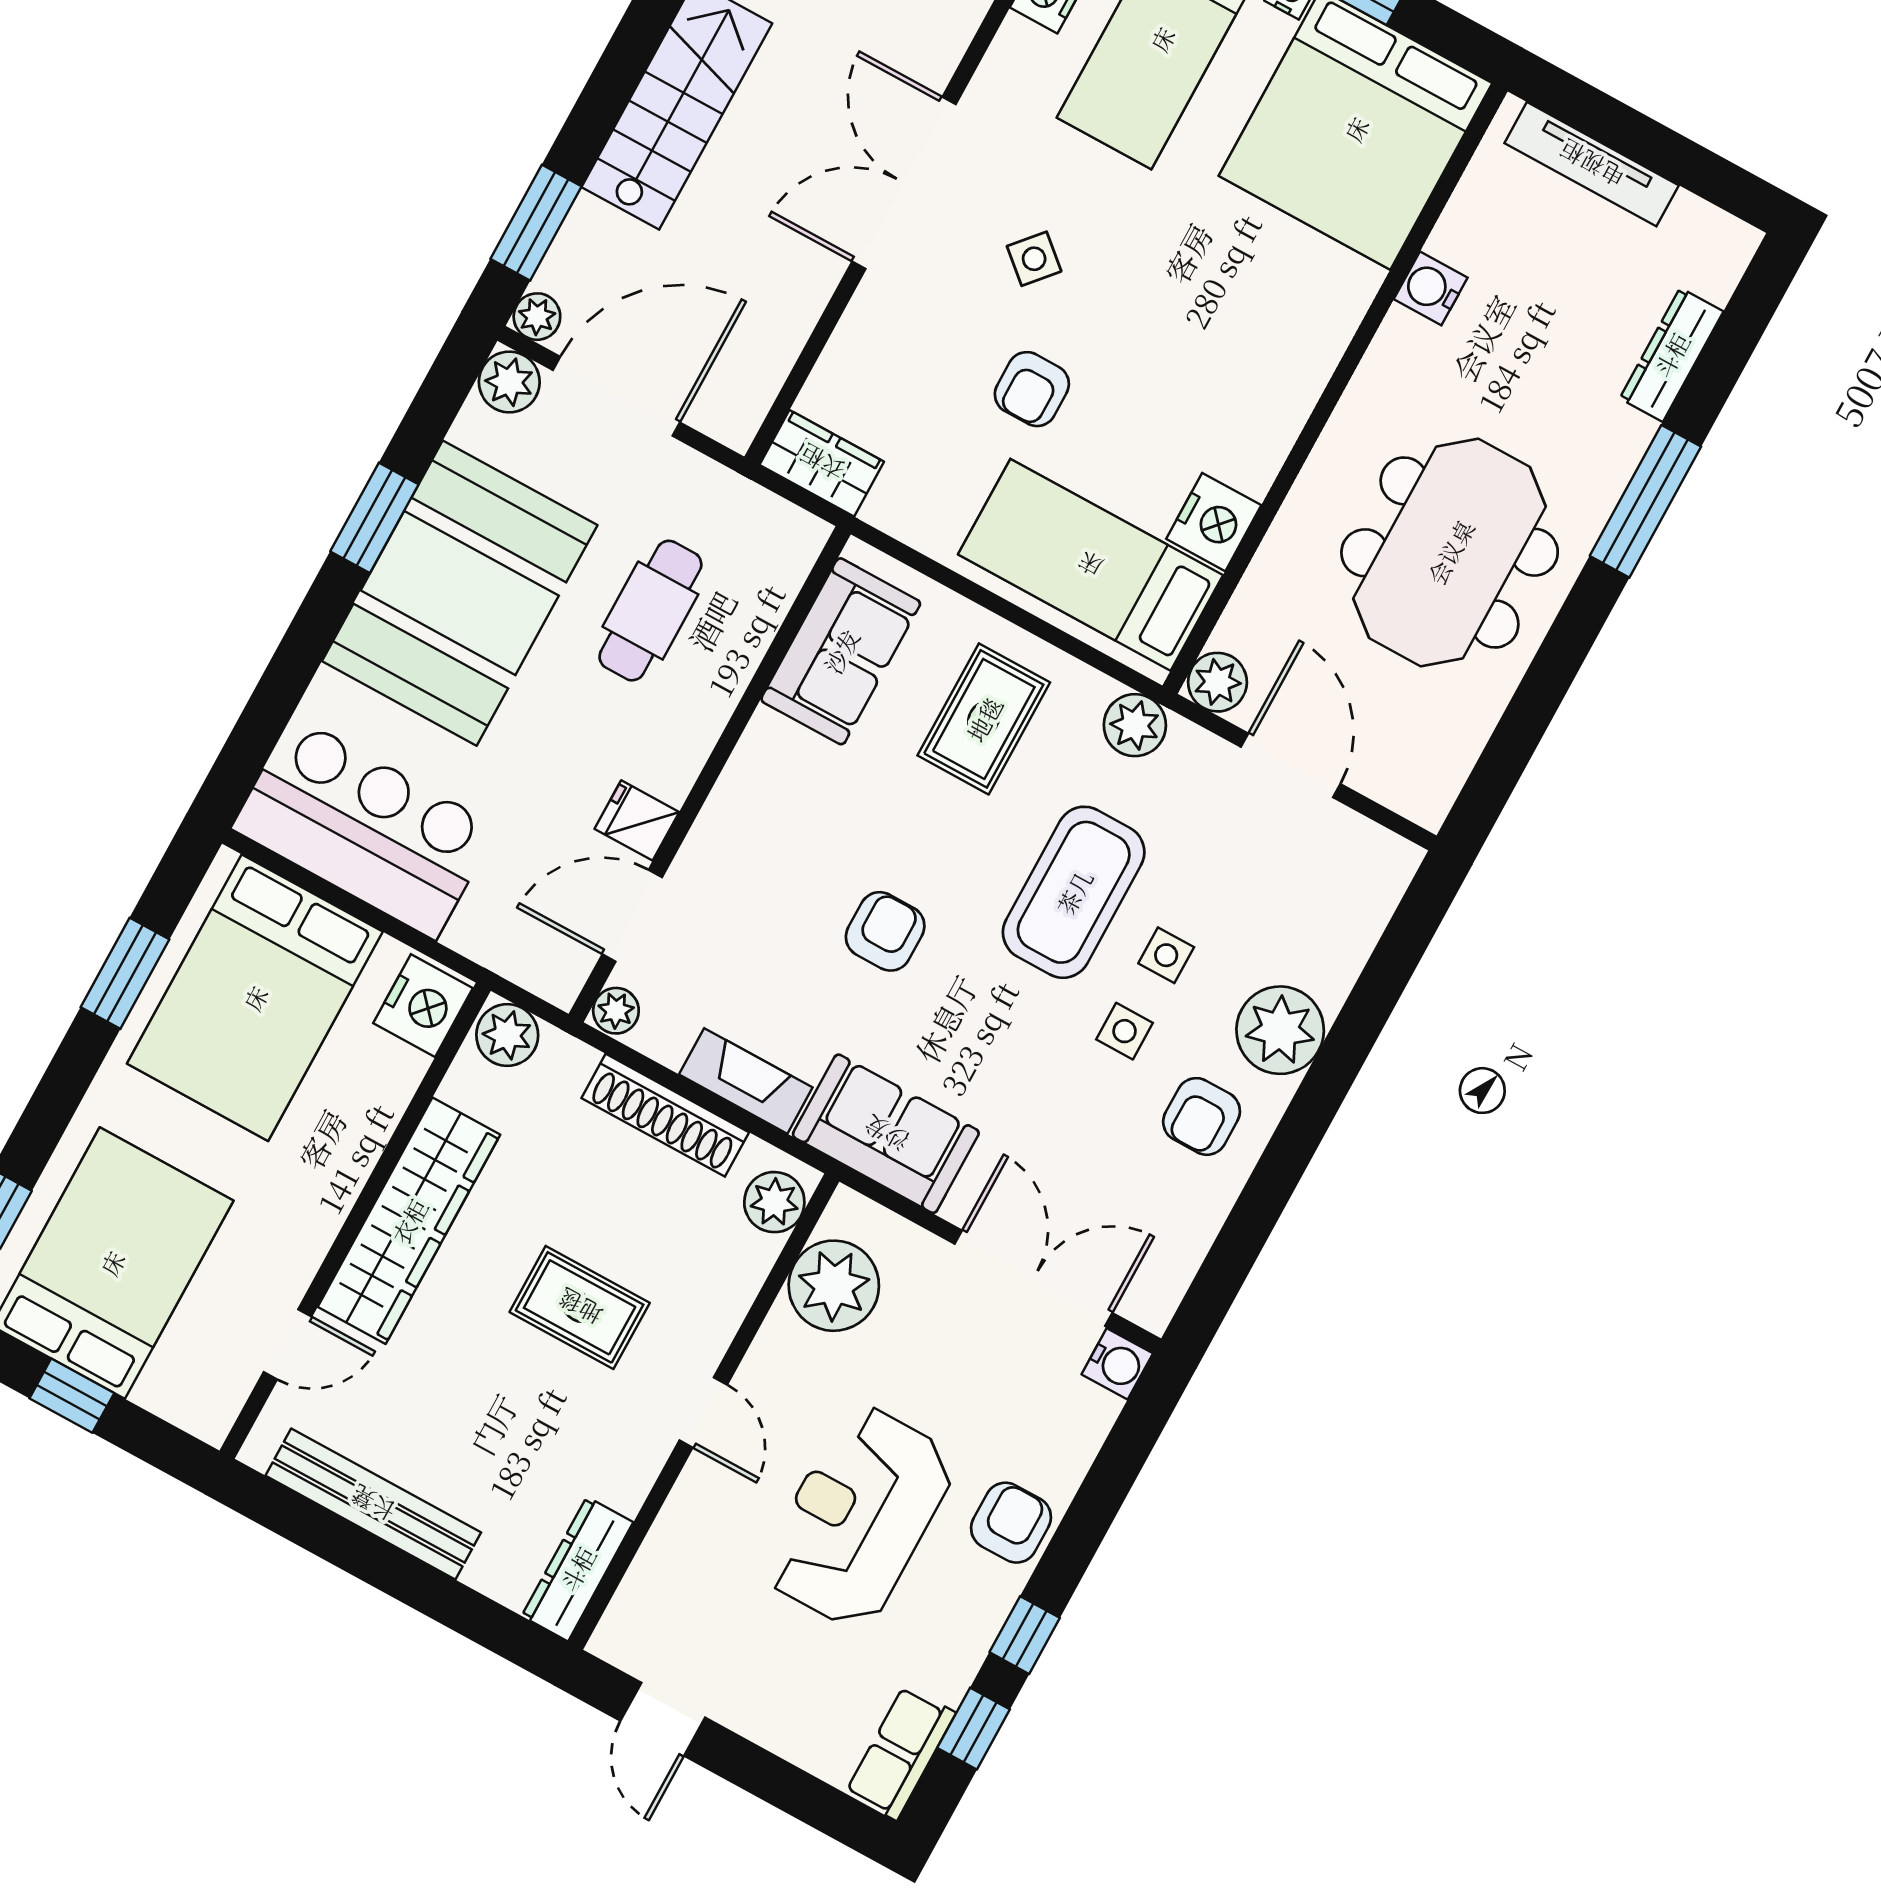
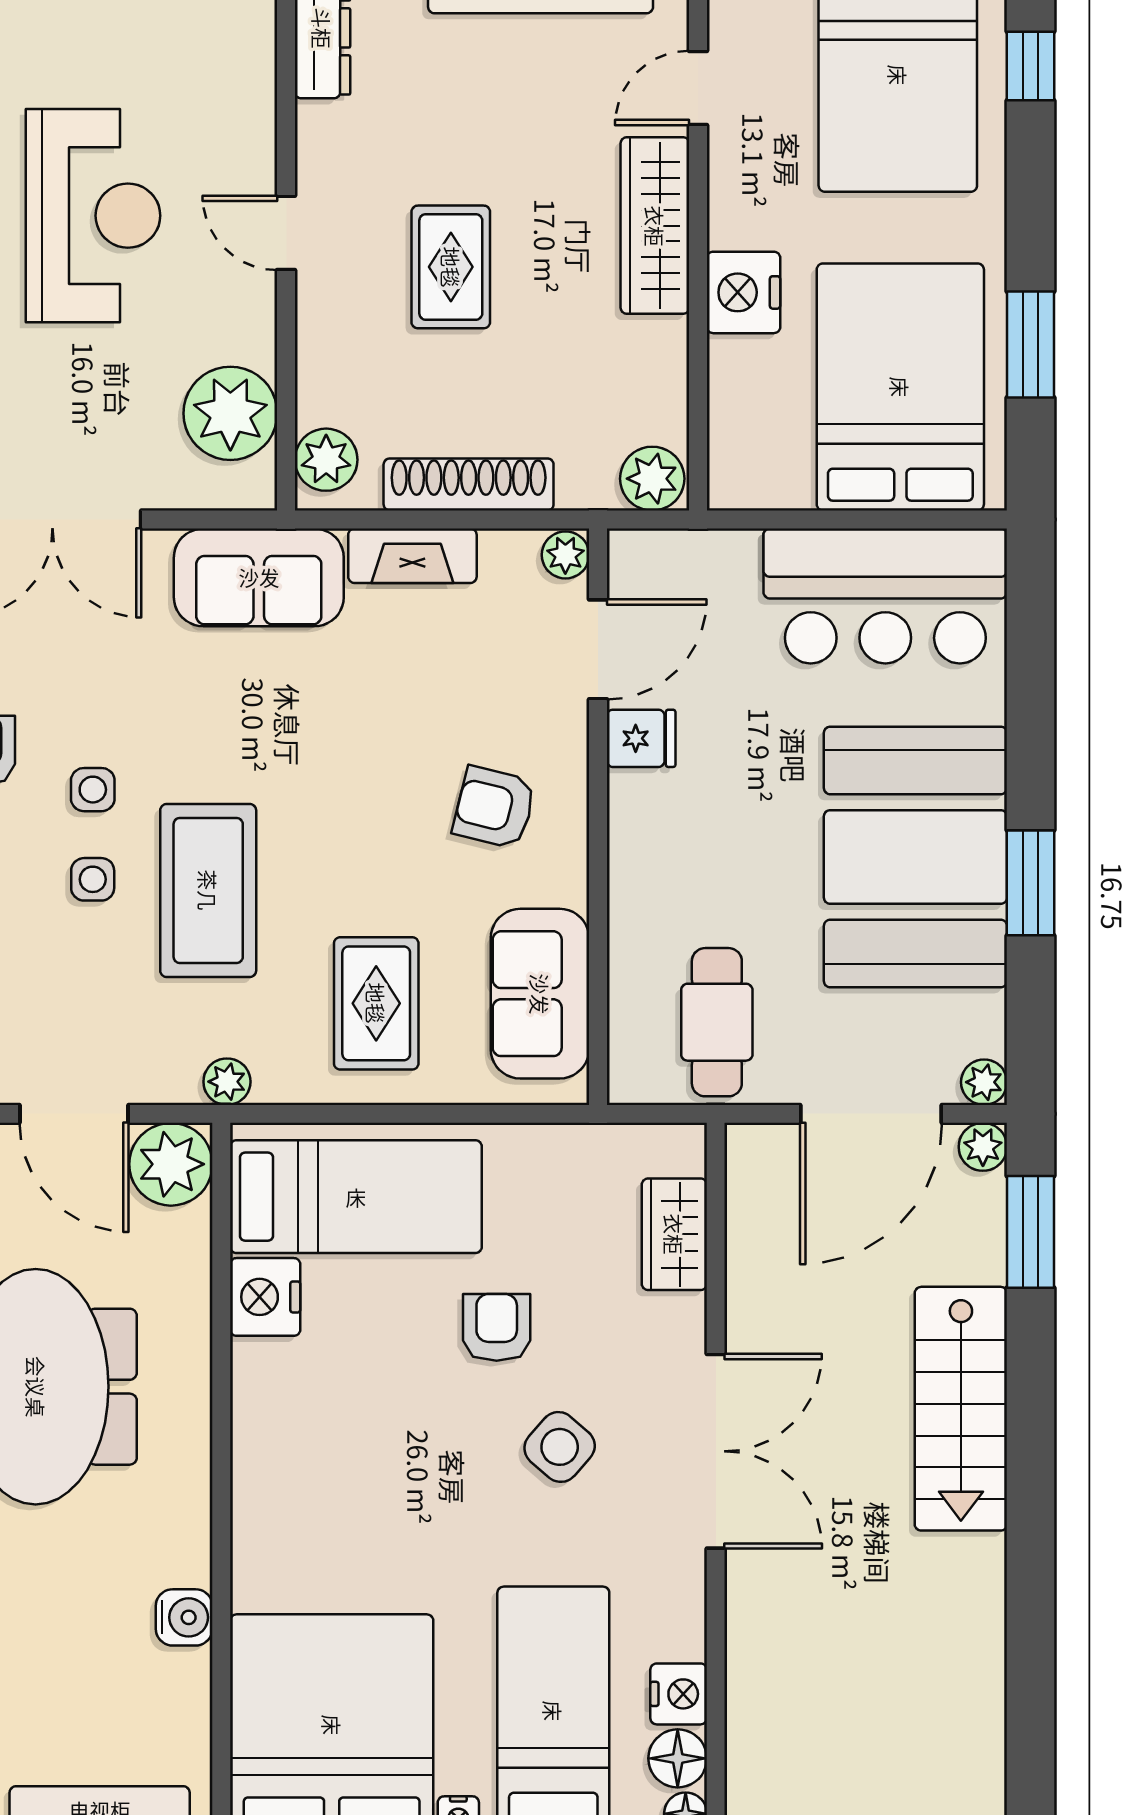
side table: (1034, 259) -> (560, 1447), width x1.37, depth x1.37
plant: (509, 382) -> (984, 1082), width x0.73, depth x0.73
wardrobe: (822, 463) -> (674, 1234), moved, turned 90
cafe table: (650, 611) -> (717, 1022), moved
plant: (1217, 682) -> (171, 1164), width x1.36, depth x1.36
plant: (1135, 725) -> (227, 1082), width x0.73, depth x0.73
armchair: (885, 931) -> (494, 808), moved, turned 104
nightstand: (423, 1006) -> (743, 292), moved
wardrobe: (409, 1221) -> (655, 226), width x0.71, depth x0.85
rug: (580, 1307) -> (451, 267), turned 90

